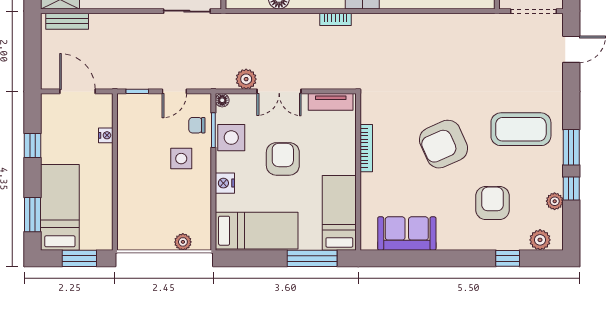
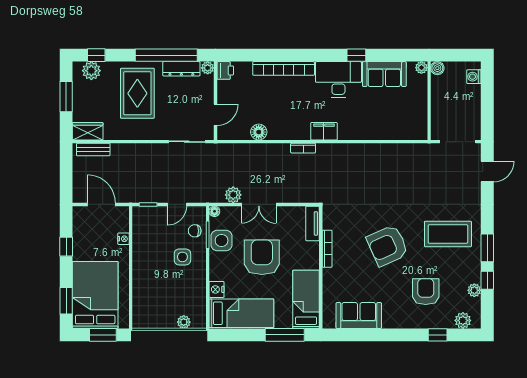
tv unit: (331, 102) -> (313, 223), moved, turned 90
armchair: (283, 159) -> (262, 257), width x1.36, depth x1.36
nightstand: (225, 183) -> (217, 289), moved
bed: (60, 207) -> (95, 295), width x1.50

